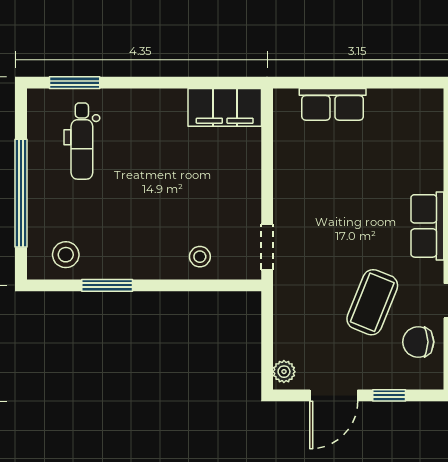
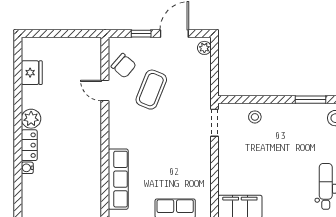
row of seats: (427, 226) -> (118, 179), moved, width x1.48
chair: (418, 342) -> (124, 66), turned 41

